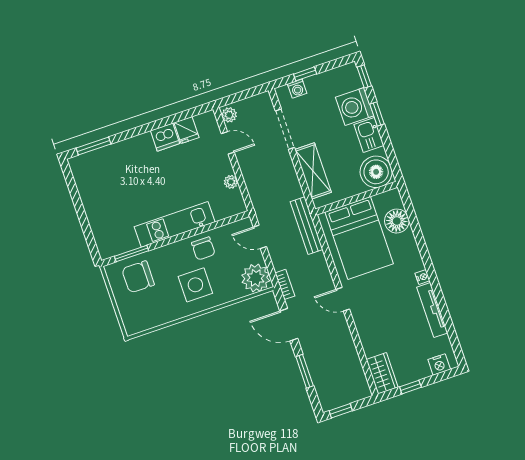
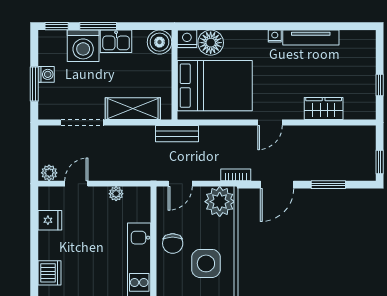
window: (305, 74) -> (34, 84), width x1.50
washing machine: (297, 89) -> (46, 74), moved
window: (377, 114) -> (98, 26), width x1.50
dishwasher: (165, 137) -> (50, 273), moved
boiler: (376, 172) -> (159, 42), width x0.73, depth x0.73
bench: (306, 226) -> (177, 134), width x0.73
chair: (203, 248) -> (173, 243), turned 90
nightstand: (439, 364) -> (187, 39), moved, turned -90
wardrobe: (382, 373) -> (324, 108), moved

